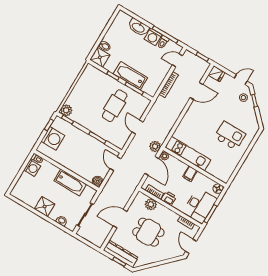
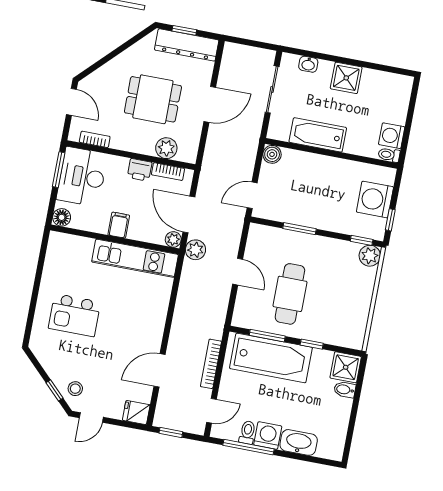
bathtub: (130, 76) -> (271, 358), width x1.36, depth x1.36
door: (116, 164) -> (252, 195), swing flipped

